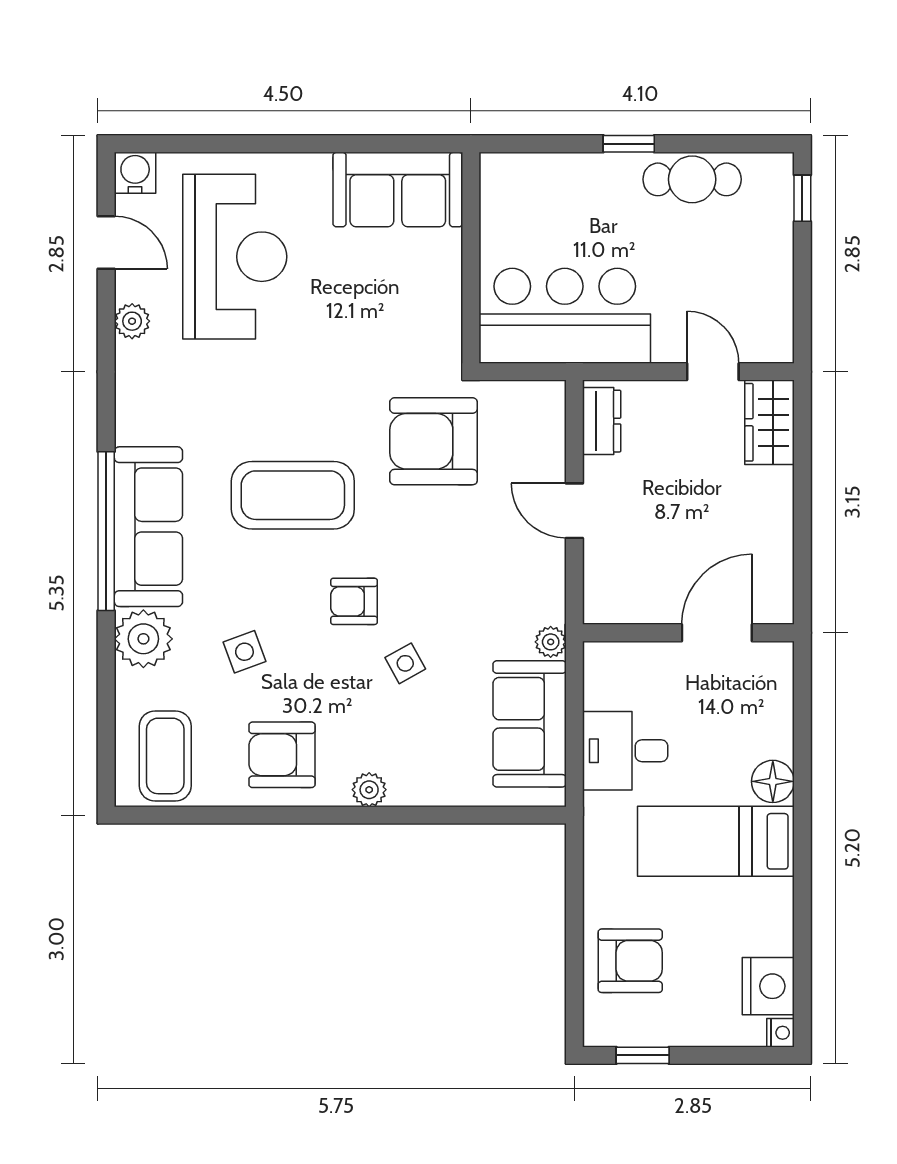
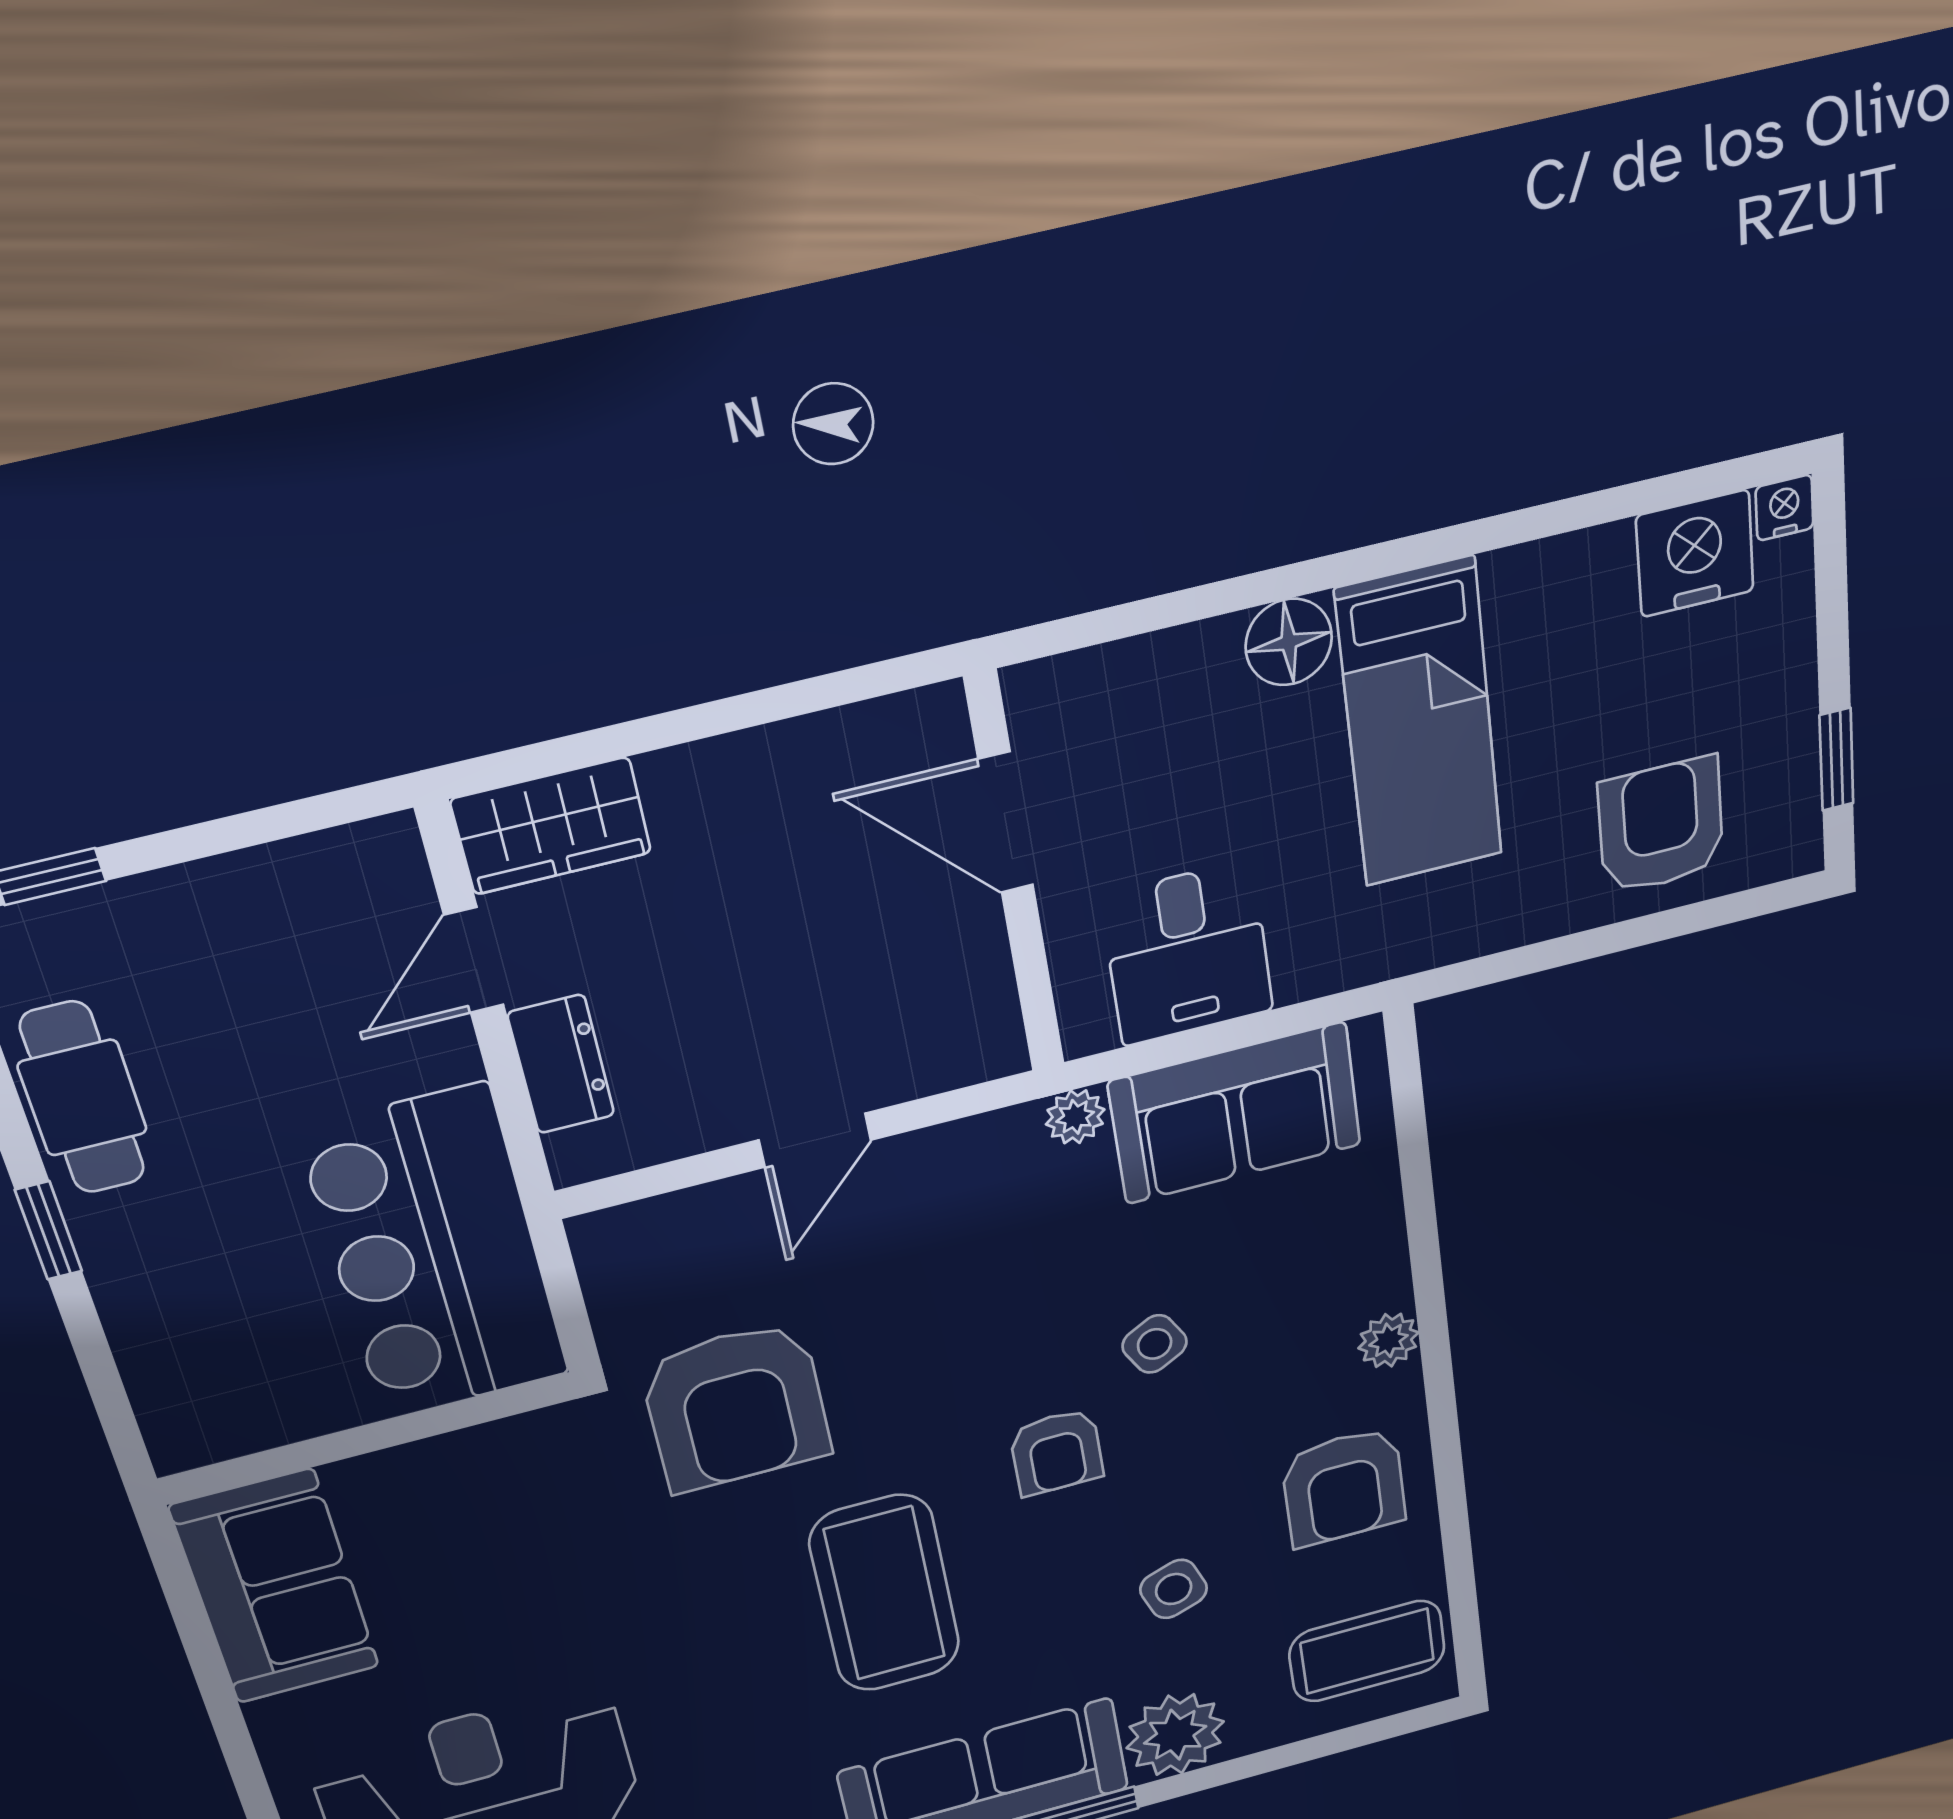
dresser: (602, 421) -> (561, 1064), moved, turned 90
desk: (625, 751) -> (1187, 953), moved

